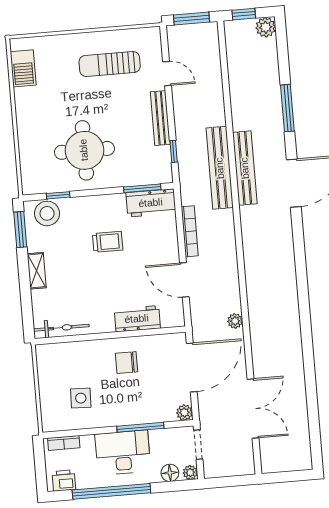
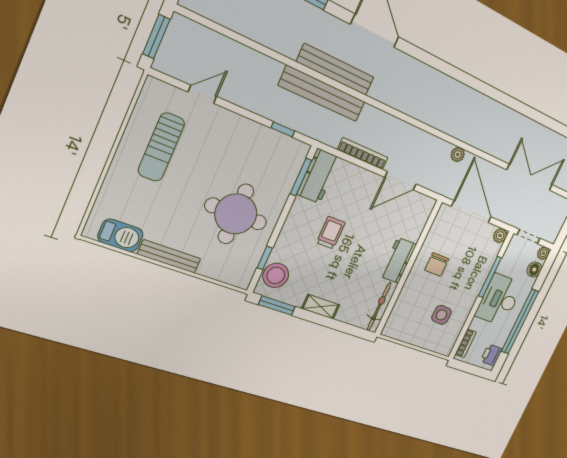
bench: (160, 118) -> (169, 256), moved
workbench: (137, 319) -> (398, 260), moved

